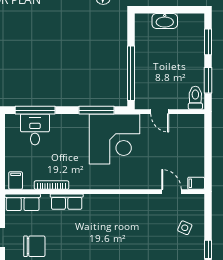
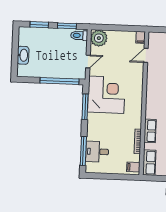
plant: (193, 125) -> (99, 38), added

